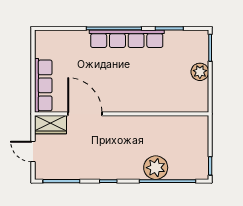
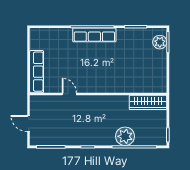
row of seats: (127, 39) -> (94, 35), width x0.73
plant: (200, 72) -> (160, 42), moved
door: (85, 114) -> (69, 94), width x0.53
wardrobe: (50, 125) -> (148, 102), moved, width x1.50

